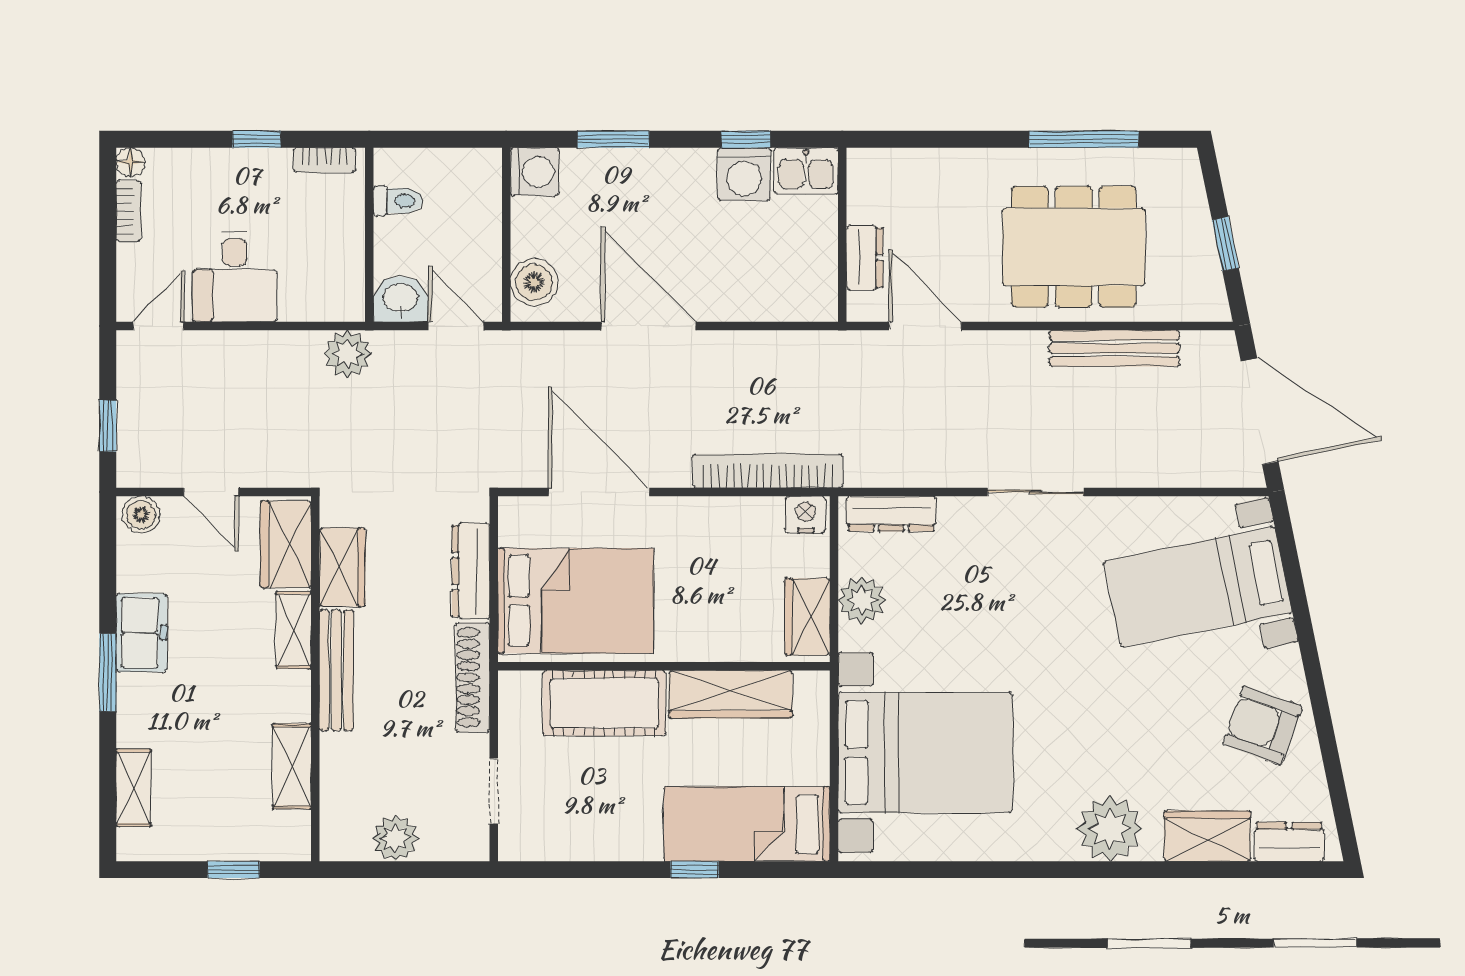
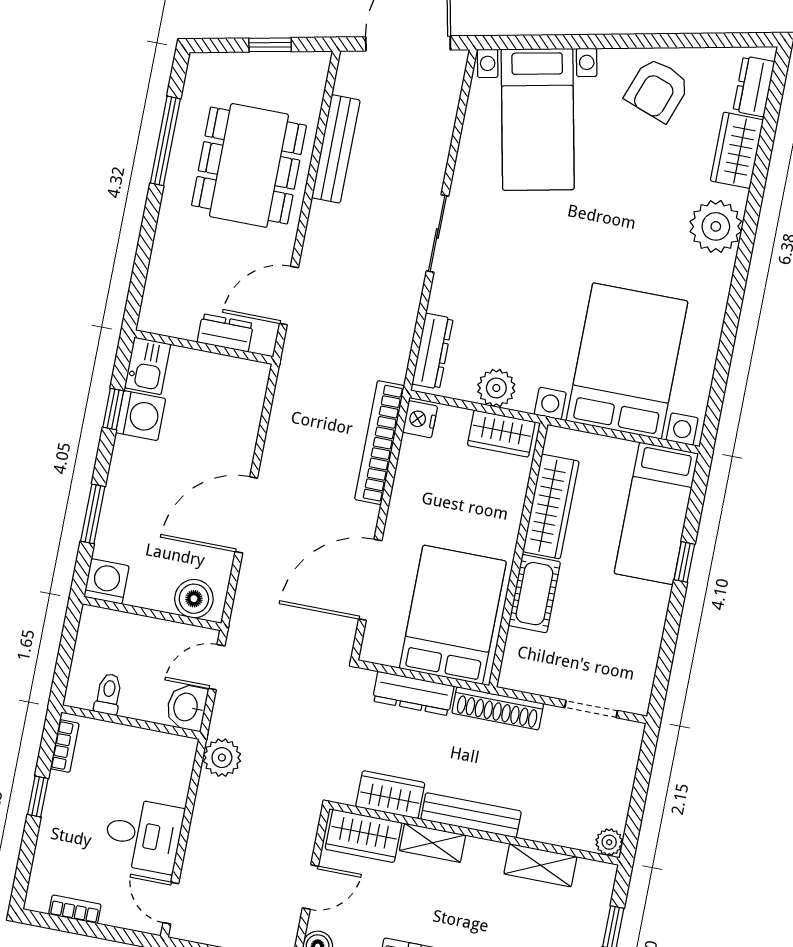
floor lamp: (131, 162) -> (37, 900), removed
cot: (604, 703) -> (534, 594), width x0.73, depth x0.75
plant: (395, 838) -> (609, 842), moved, width x0.73, depth x0.73

